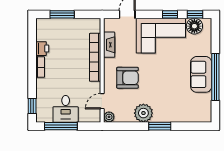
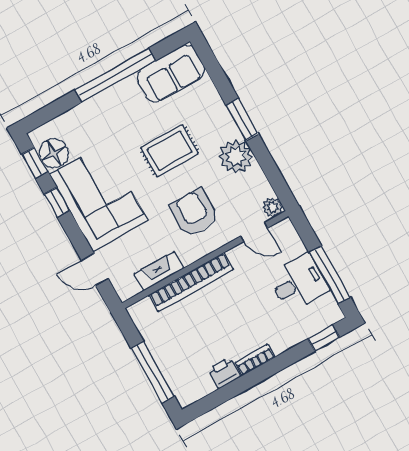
window: (62, 14) -> (153, 372), width x1.44
sofa: (201, 74) -> (171, 73), moved
rug: (164, 83) -> (170, 151), added

